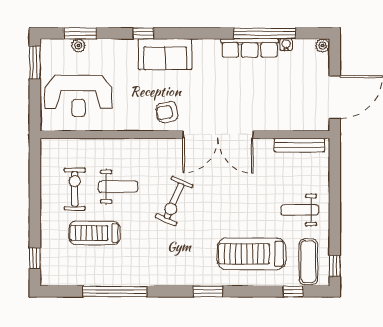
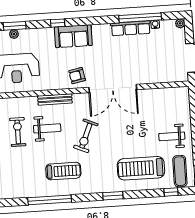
bench: (300, 145) -> (55, 99), moved
treadmill: (95, 233) -> (63, 171), moved, turned 180

